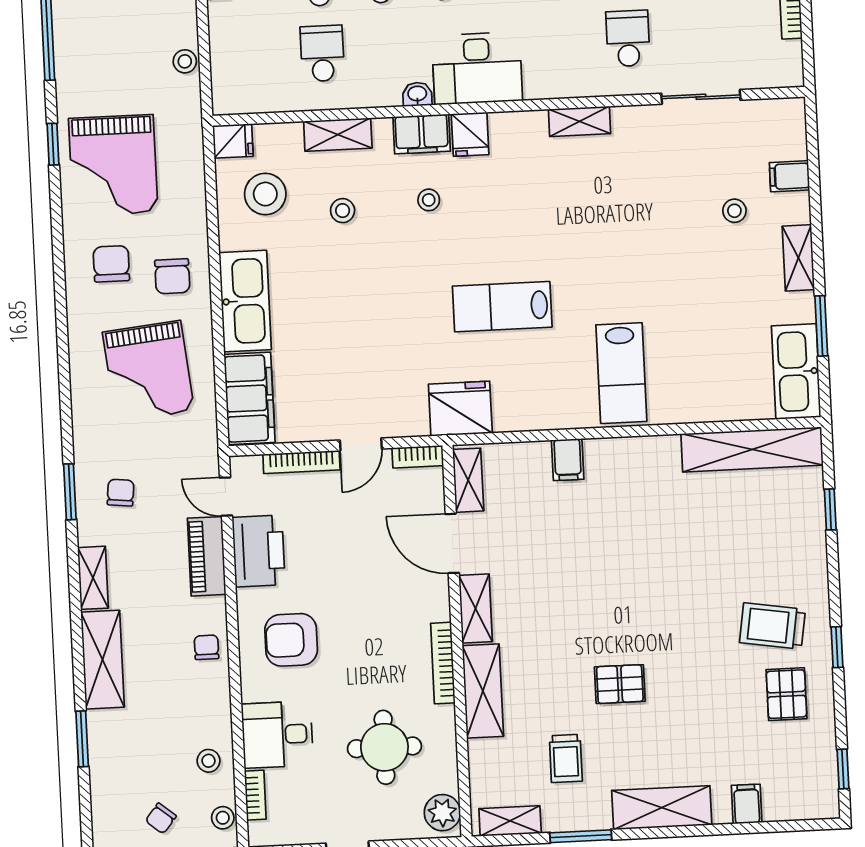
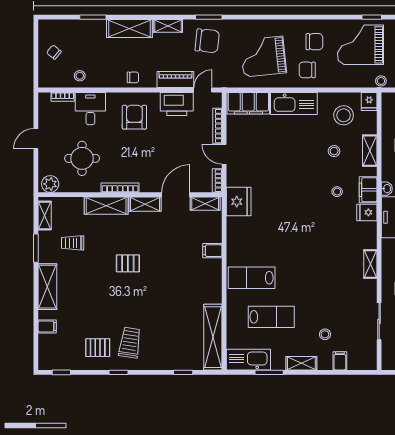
lab bench: (502, 307) -> (271, 317), moved, turned 90
chair: (121, 493) -> (207, 41), width x1.87, depth x1.87
pallet: (620, 684) -> (128, 263), moved, turned 90
stool: (223, 818) -> (381, 81), moved

